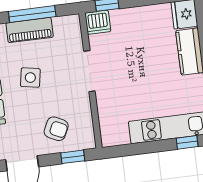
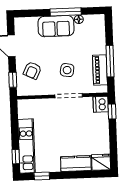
piano: (30, 30) -> (100, 70), moved
side table: (30, 78) -> (67, 70), moved

